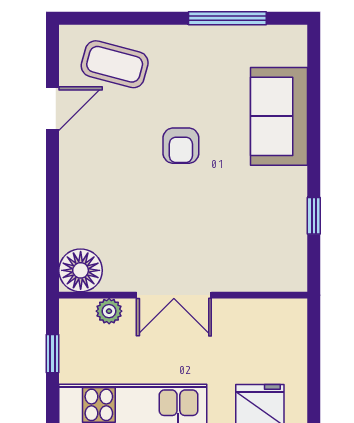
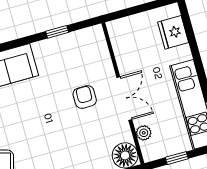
armchair: (181, 146) -> (85, 97), moved, turned -90

